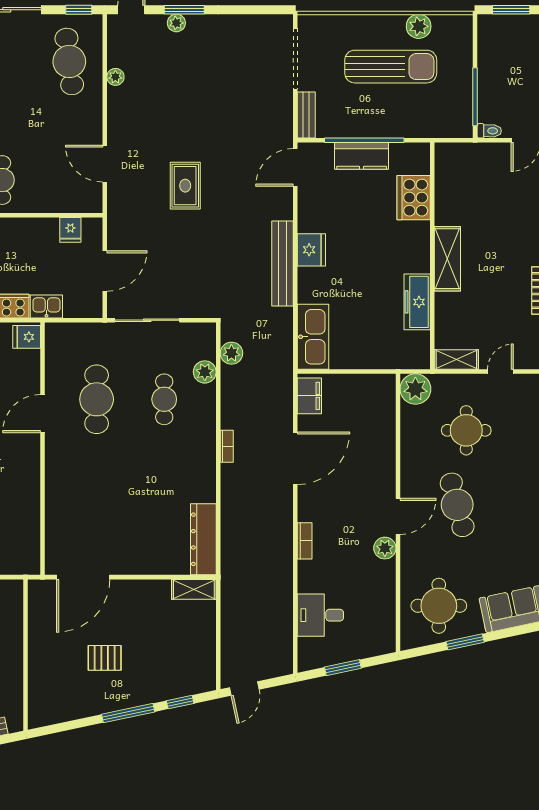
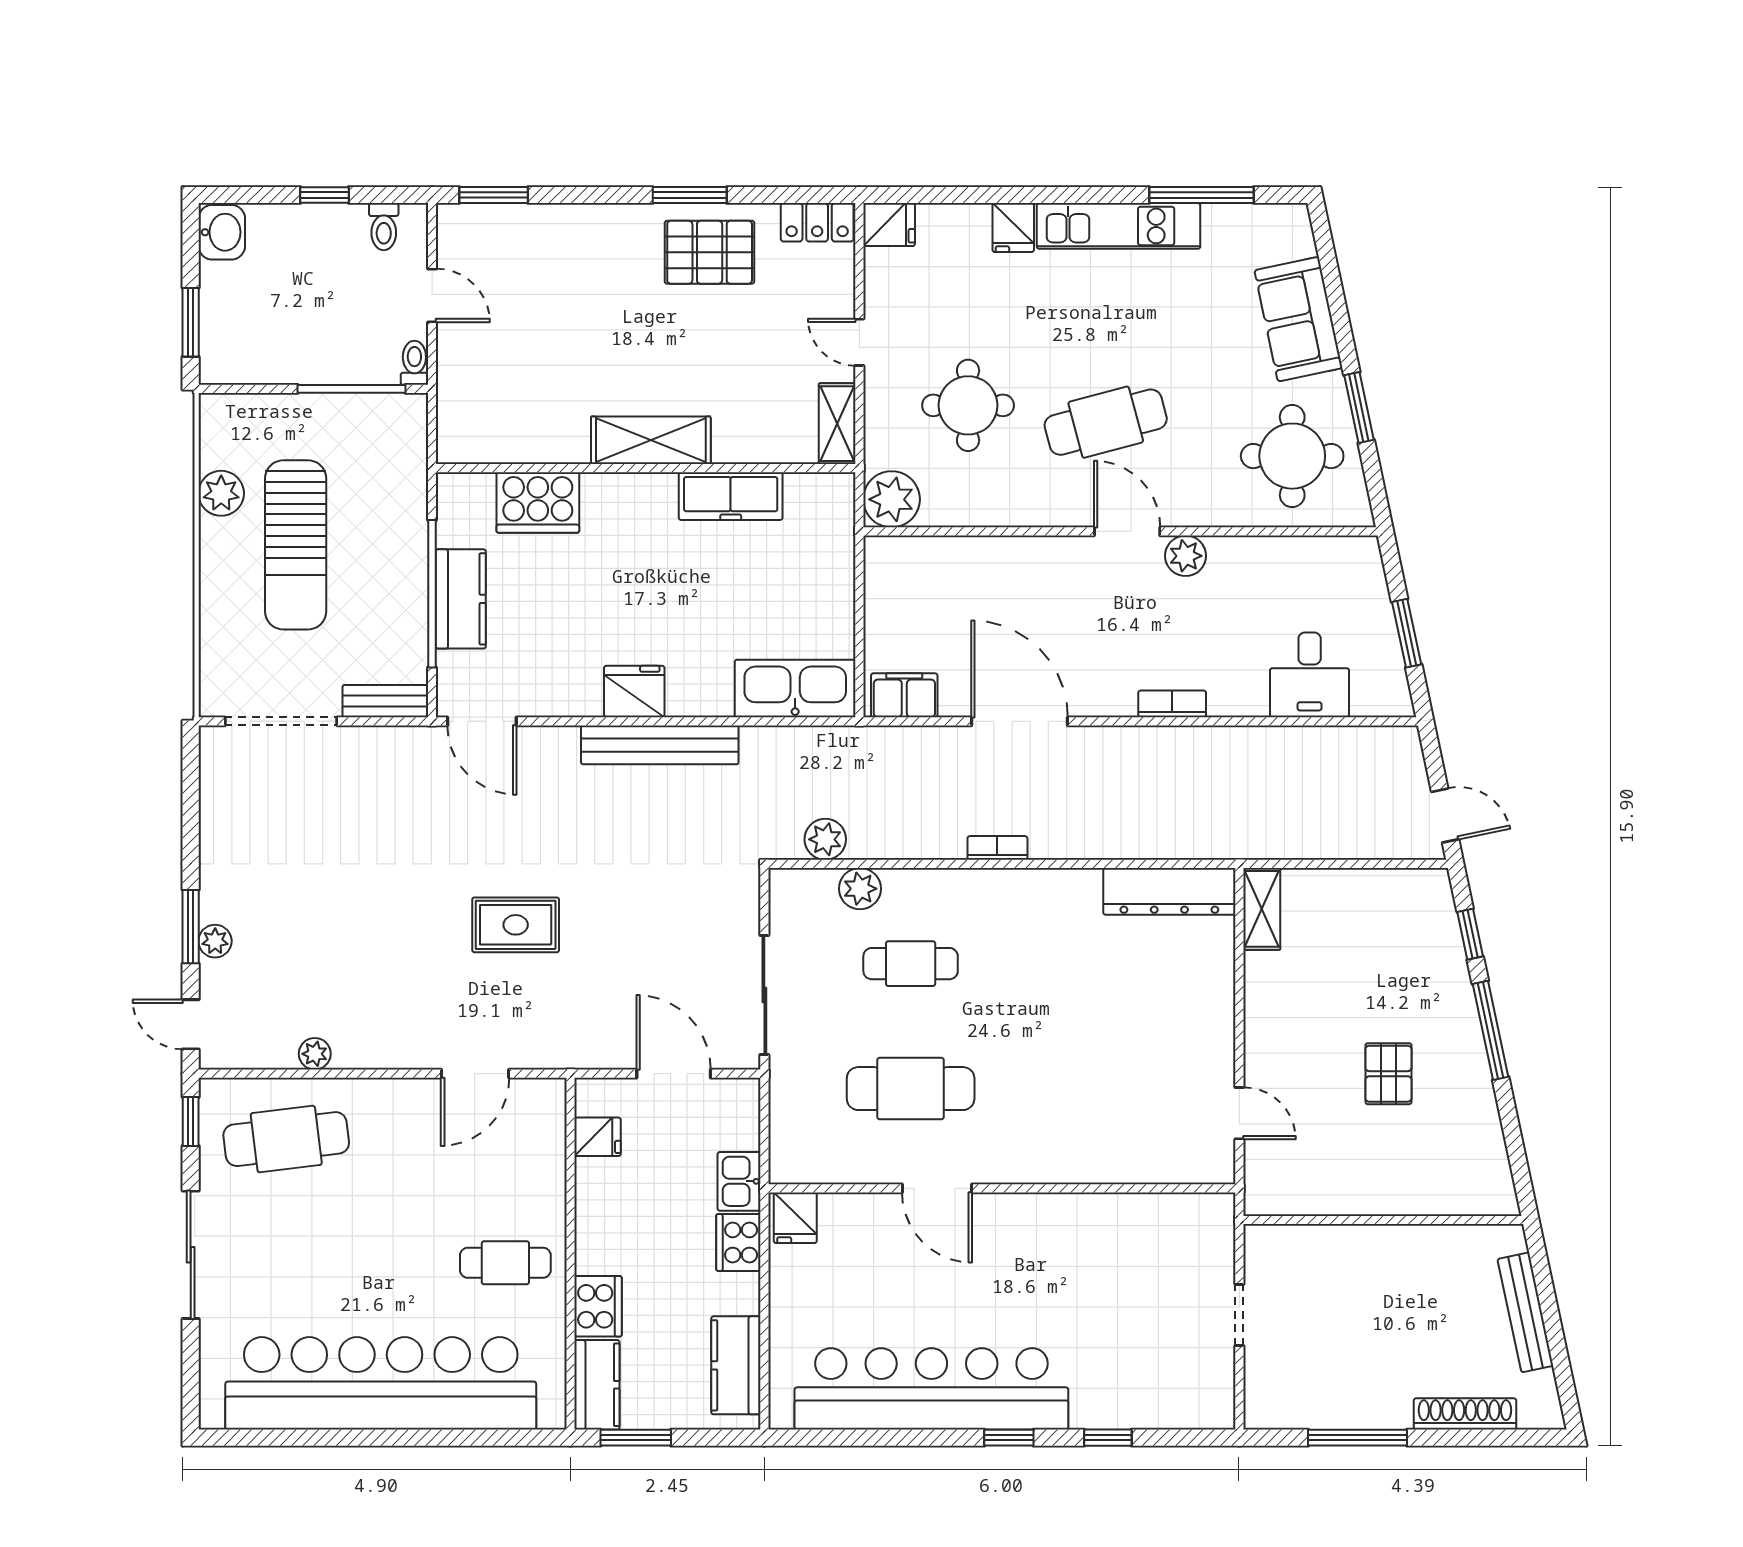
sun lounger: (391, 67) -> (296, 545), turned 180
door: (83, 577) -> (1239, 1113), width x0.53

